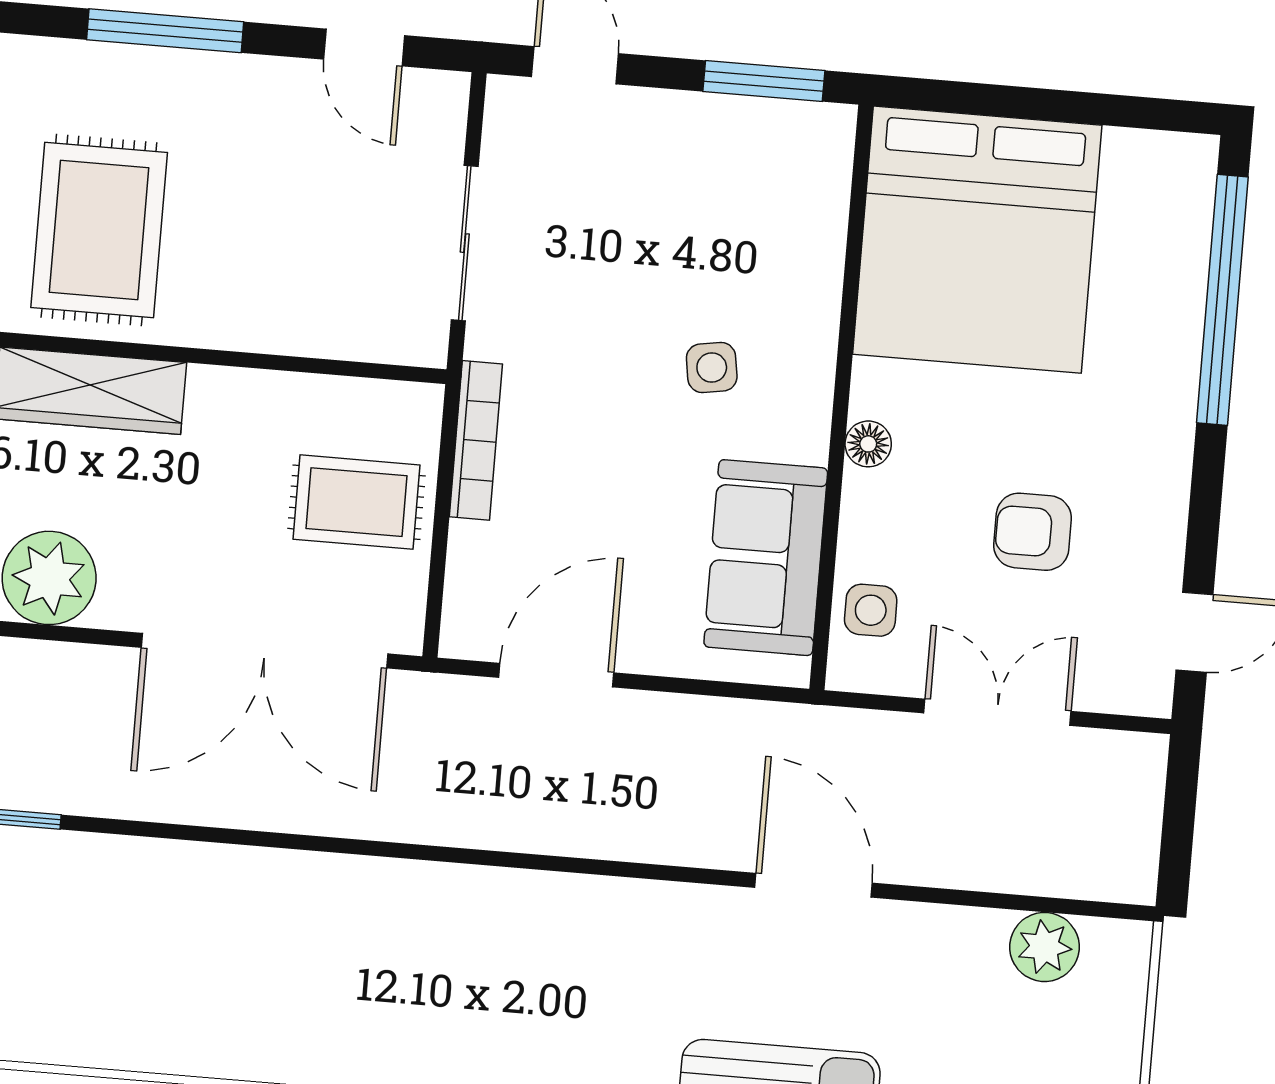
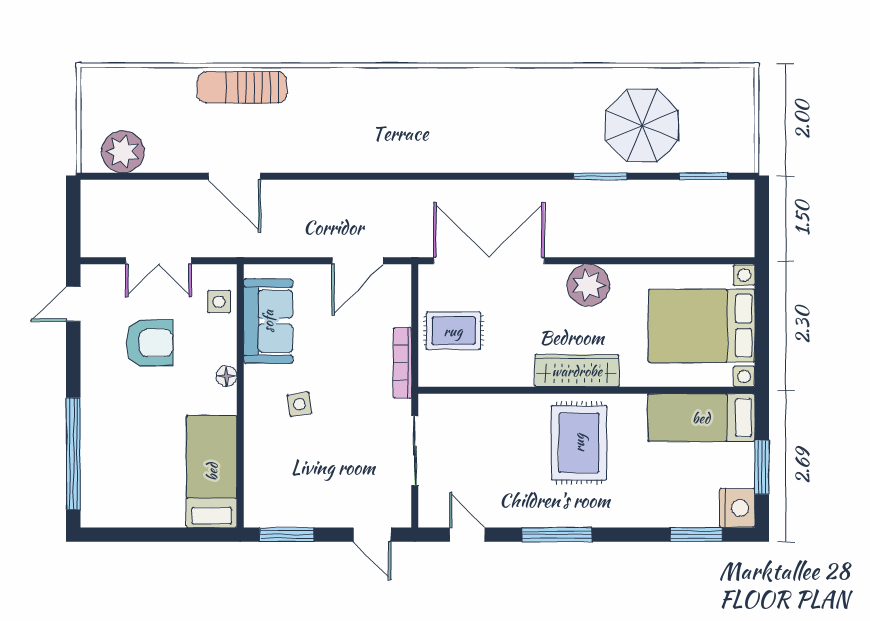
bed: (977, 240) -> (212, 472), width x0.49
armchair: (1033, 532) -> (150, 343), width x1.38, depth x1.38
plant: (1044, 947) -> (123, 152), width x1.36, depth x1.36

